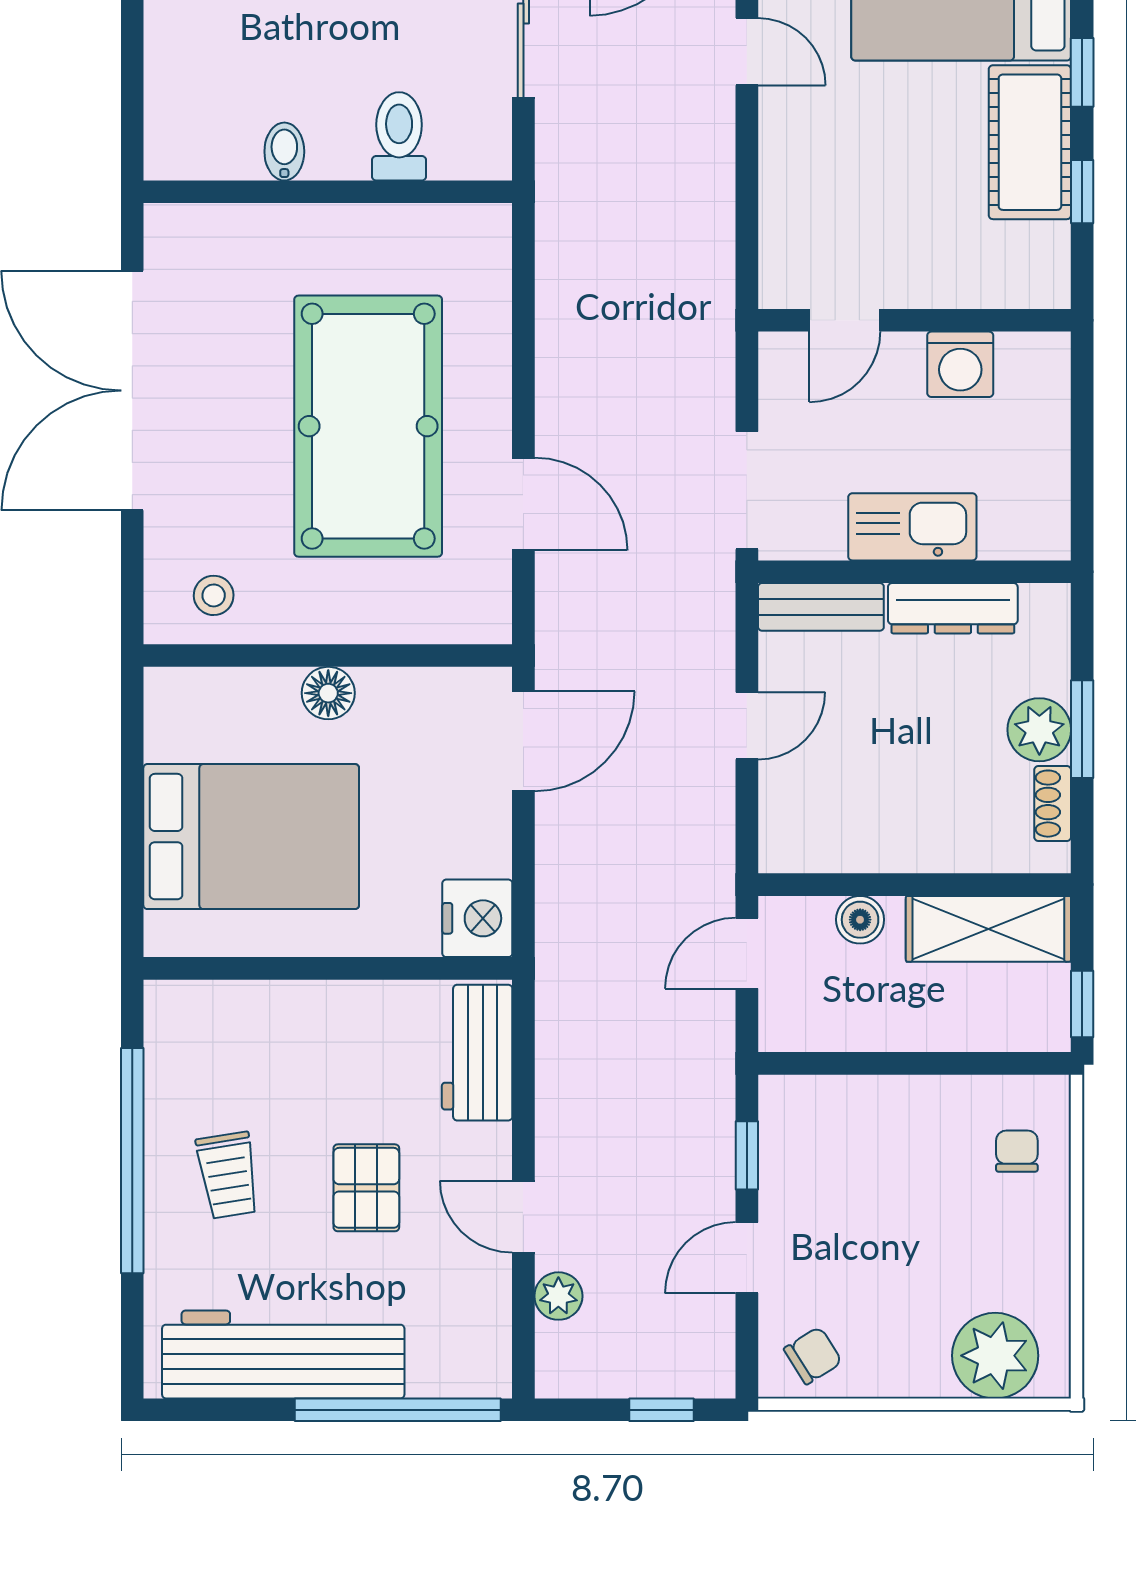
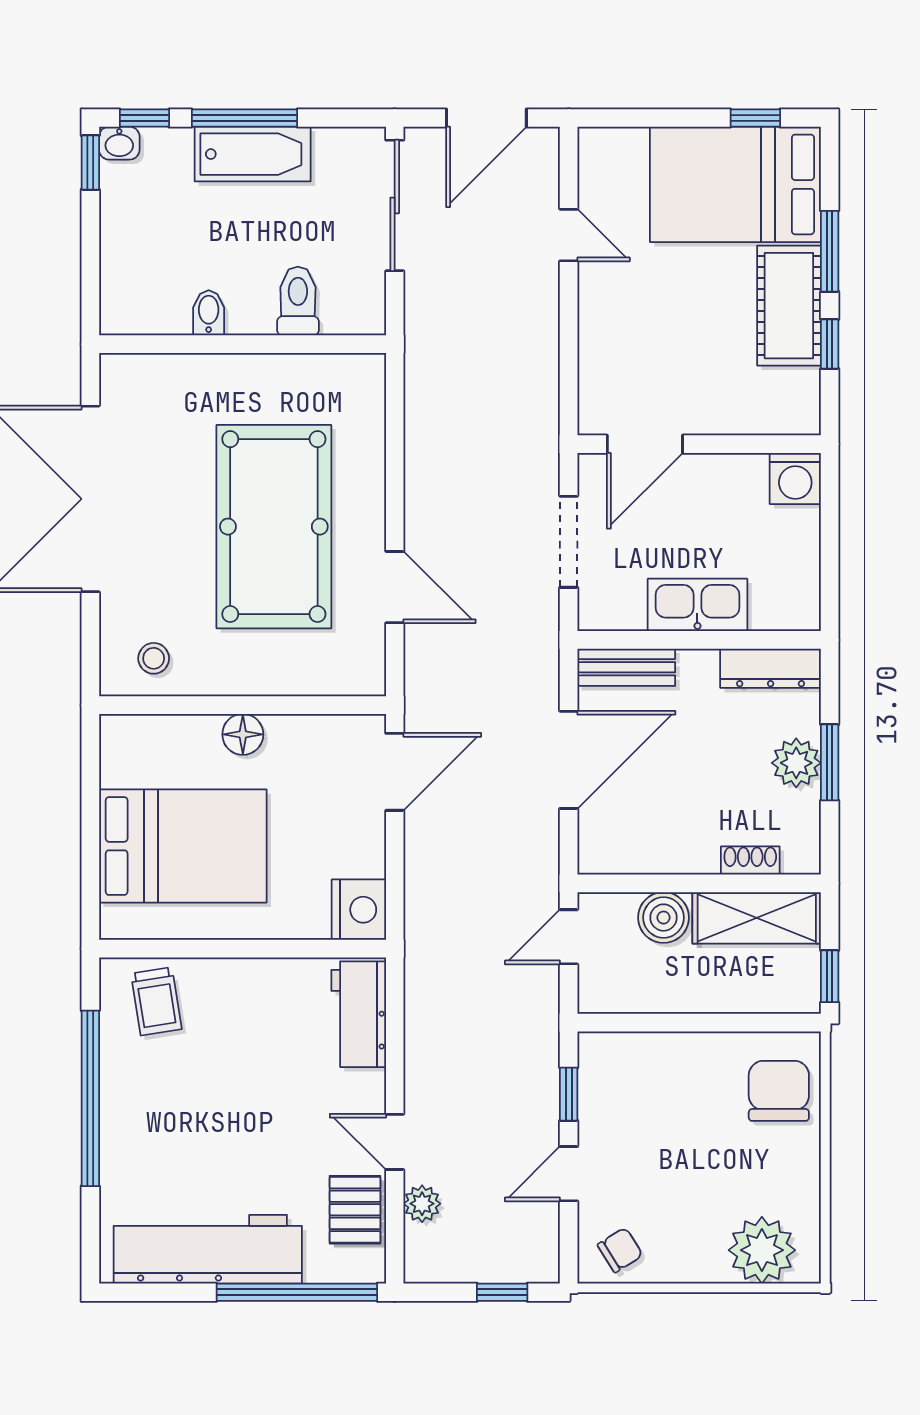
window: (1082, 72) -> (830, 251), width x1.50
door: (845, 320) -> (645, 444), width x1.38
washing machine: (960, 364) -> (795, 478), moved
doorway: (747, 490) -> (569, 542), moved
dresser: (953, 608) -> (771, 668), moved
door: (747, 726) -> (569, 760), width x1.87
shoe rack: (1053, 804) -> (750, 860), moved, turned 90
boiler: (860, 920) -> (664, 918), width x1.36, depth x1.36
chair: (1017, 1151) -> (779, 1091), width x1.87, depth x1.87
trolley: (228, 1175) -> (156, 1001), moved
pallet: (366, 1188) -> (355, 1210), moved

